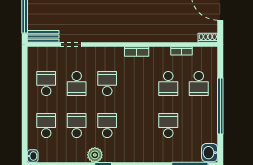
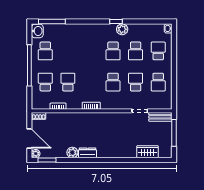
school desk: (46, 126) -> (158, 51), turned 180
school desk: (168, 126) -> (45, 51), moved

